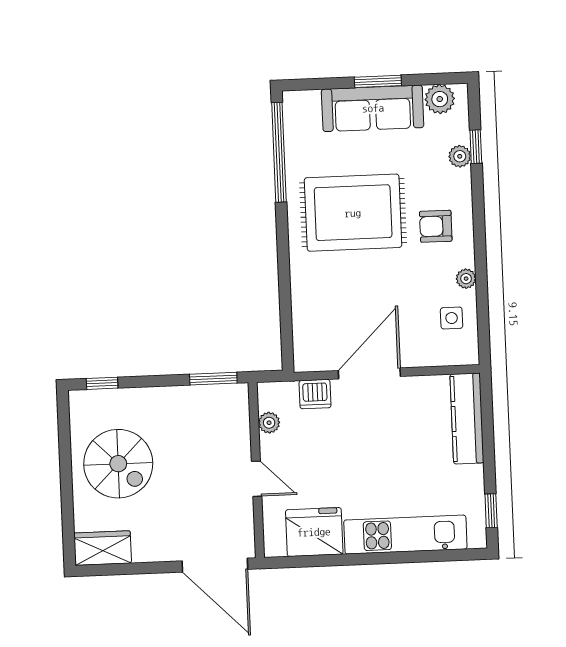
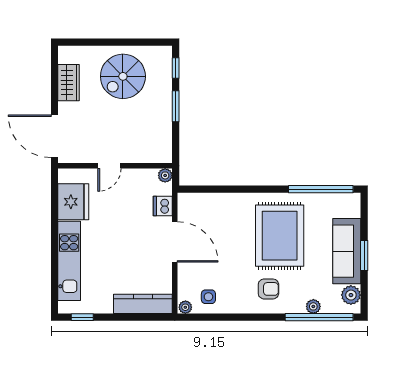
window: (476, 147) -> (319, 317), width x3.17
armchair: (436, 226) -> (268, 289), turned 90
plant: (466, 279) -> (185, 307), moved
window: (213, 379) -> (176, 106), moved
plant: (269, 423) -> (165, 175), moved
wardrobe: (103, 548) -> (69, 83), moved
door: (215, 565) -> (54, 136), hinge flipped

